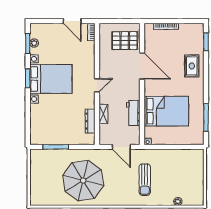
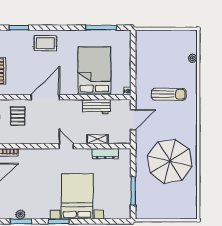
pallet: (125, 41) -> (18, 116), width x0.67, depth x0.71
bed with nightstands: (51, 79) -> (77, 196), moved

